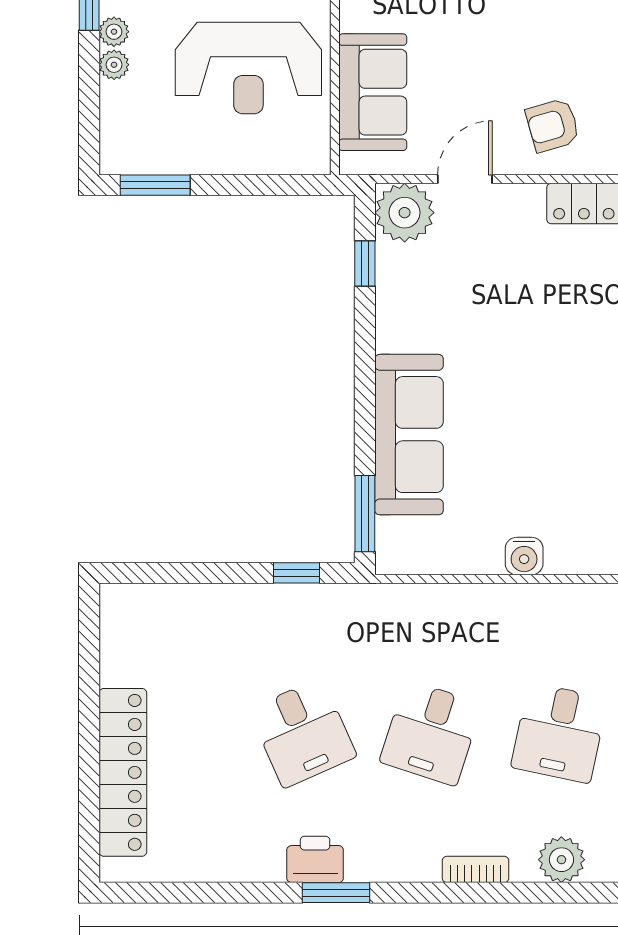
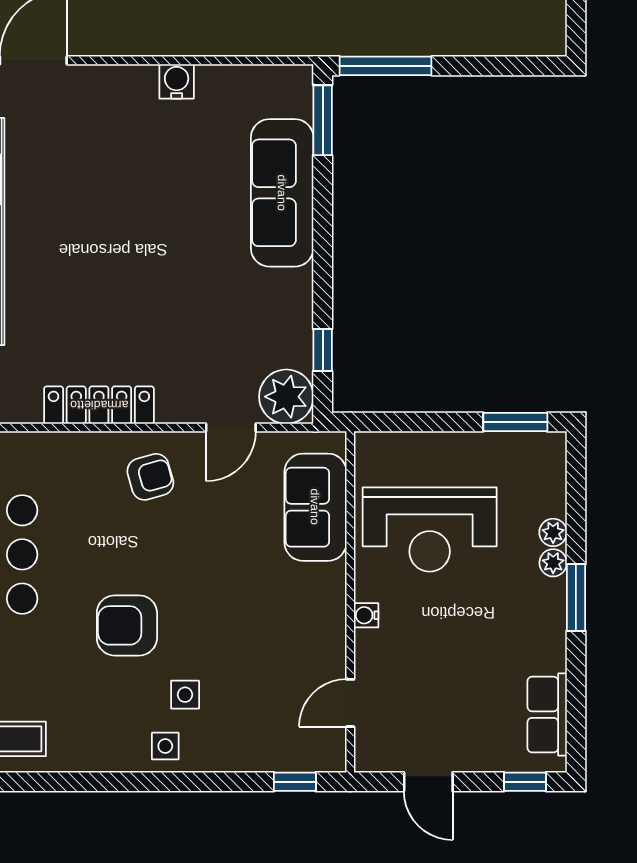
reception desk: (248, 68) -> (430, 529), turned 180
window: (297, 573) -> (385, 66), width x2.17

